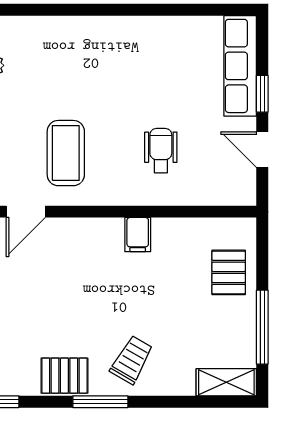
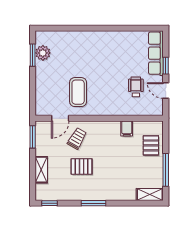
wheelchair: (161, 151) -> (136, 87), moved
filing cabinet: (138, 235) -> (127, 128), moved
trolley: (132, 360) -> (77, 138), moved
pallet: (64, 376) -> (82, 166), moved

